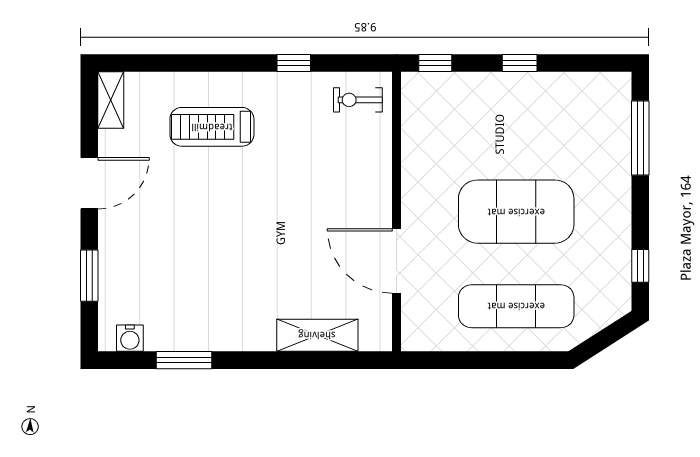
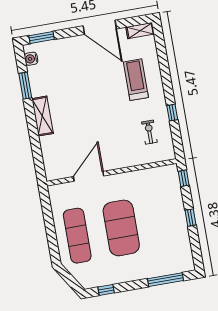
exercise bike: (358, 100) -> (149, 132), moved
door: (89, 183) -> (100, 27), width x1.36
window: (89, 276) -> (42, 37), moved
shelving: (317, 335) -> (42, 116), moved

